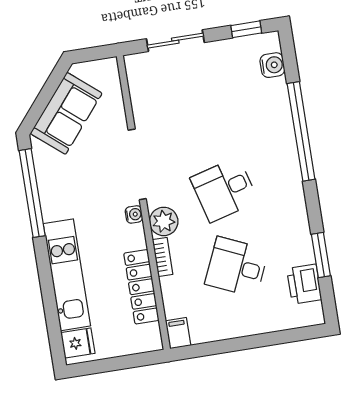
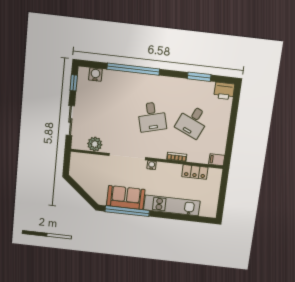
sofa: (66, 113) -> (126, 198), moved, turned -40
plant: (164, 221) -> (95, 144), moved
printer: (304, 284) -> (224, 91), moved
locker: (141, 287) -> (195, 172), width x0.66
fridge: (78, 343) -> (207, 209), removed

